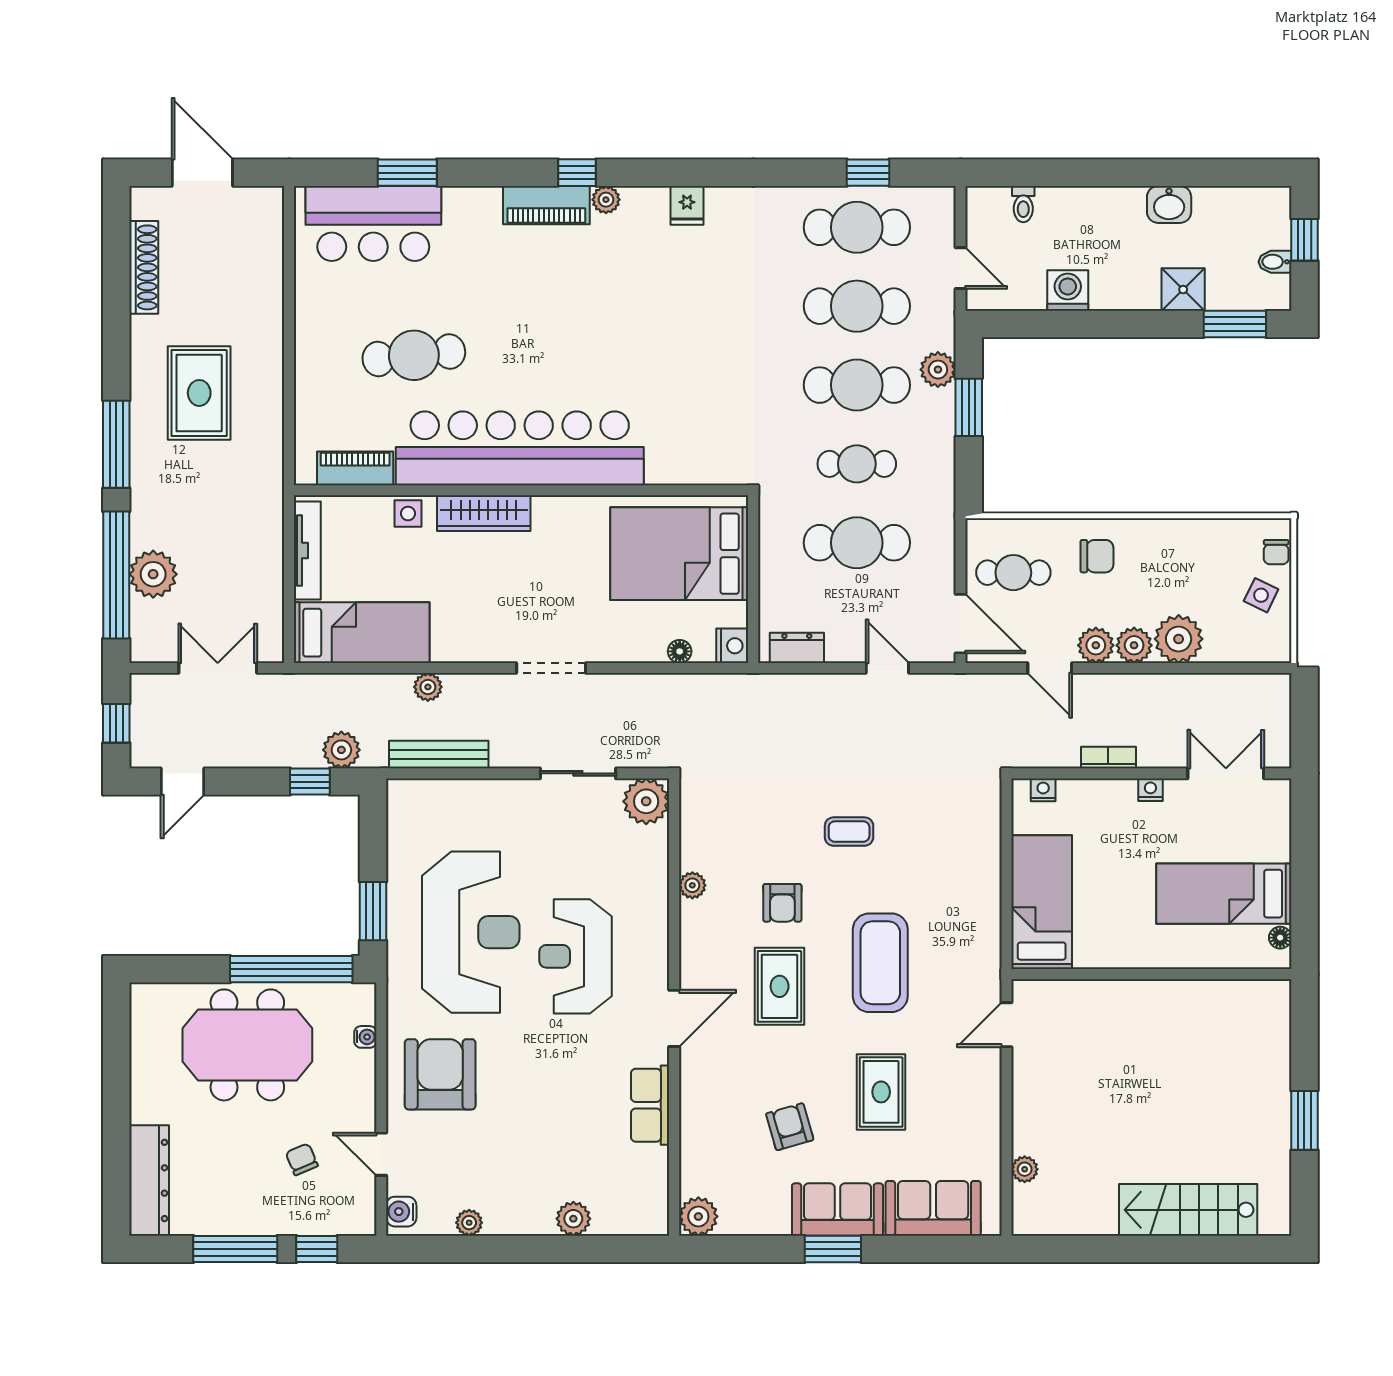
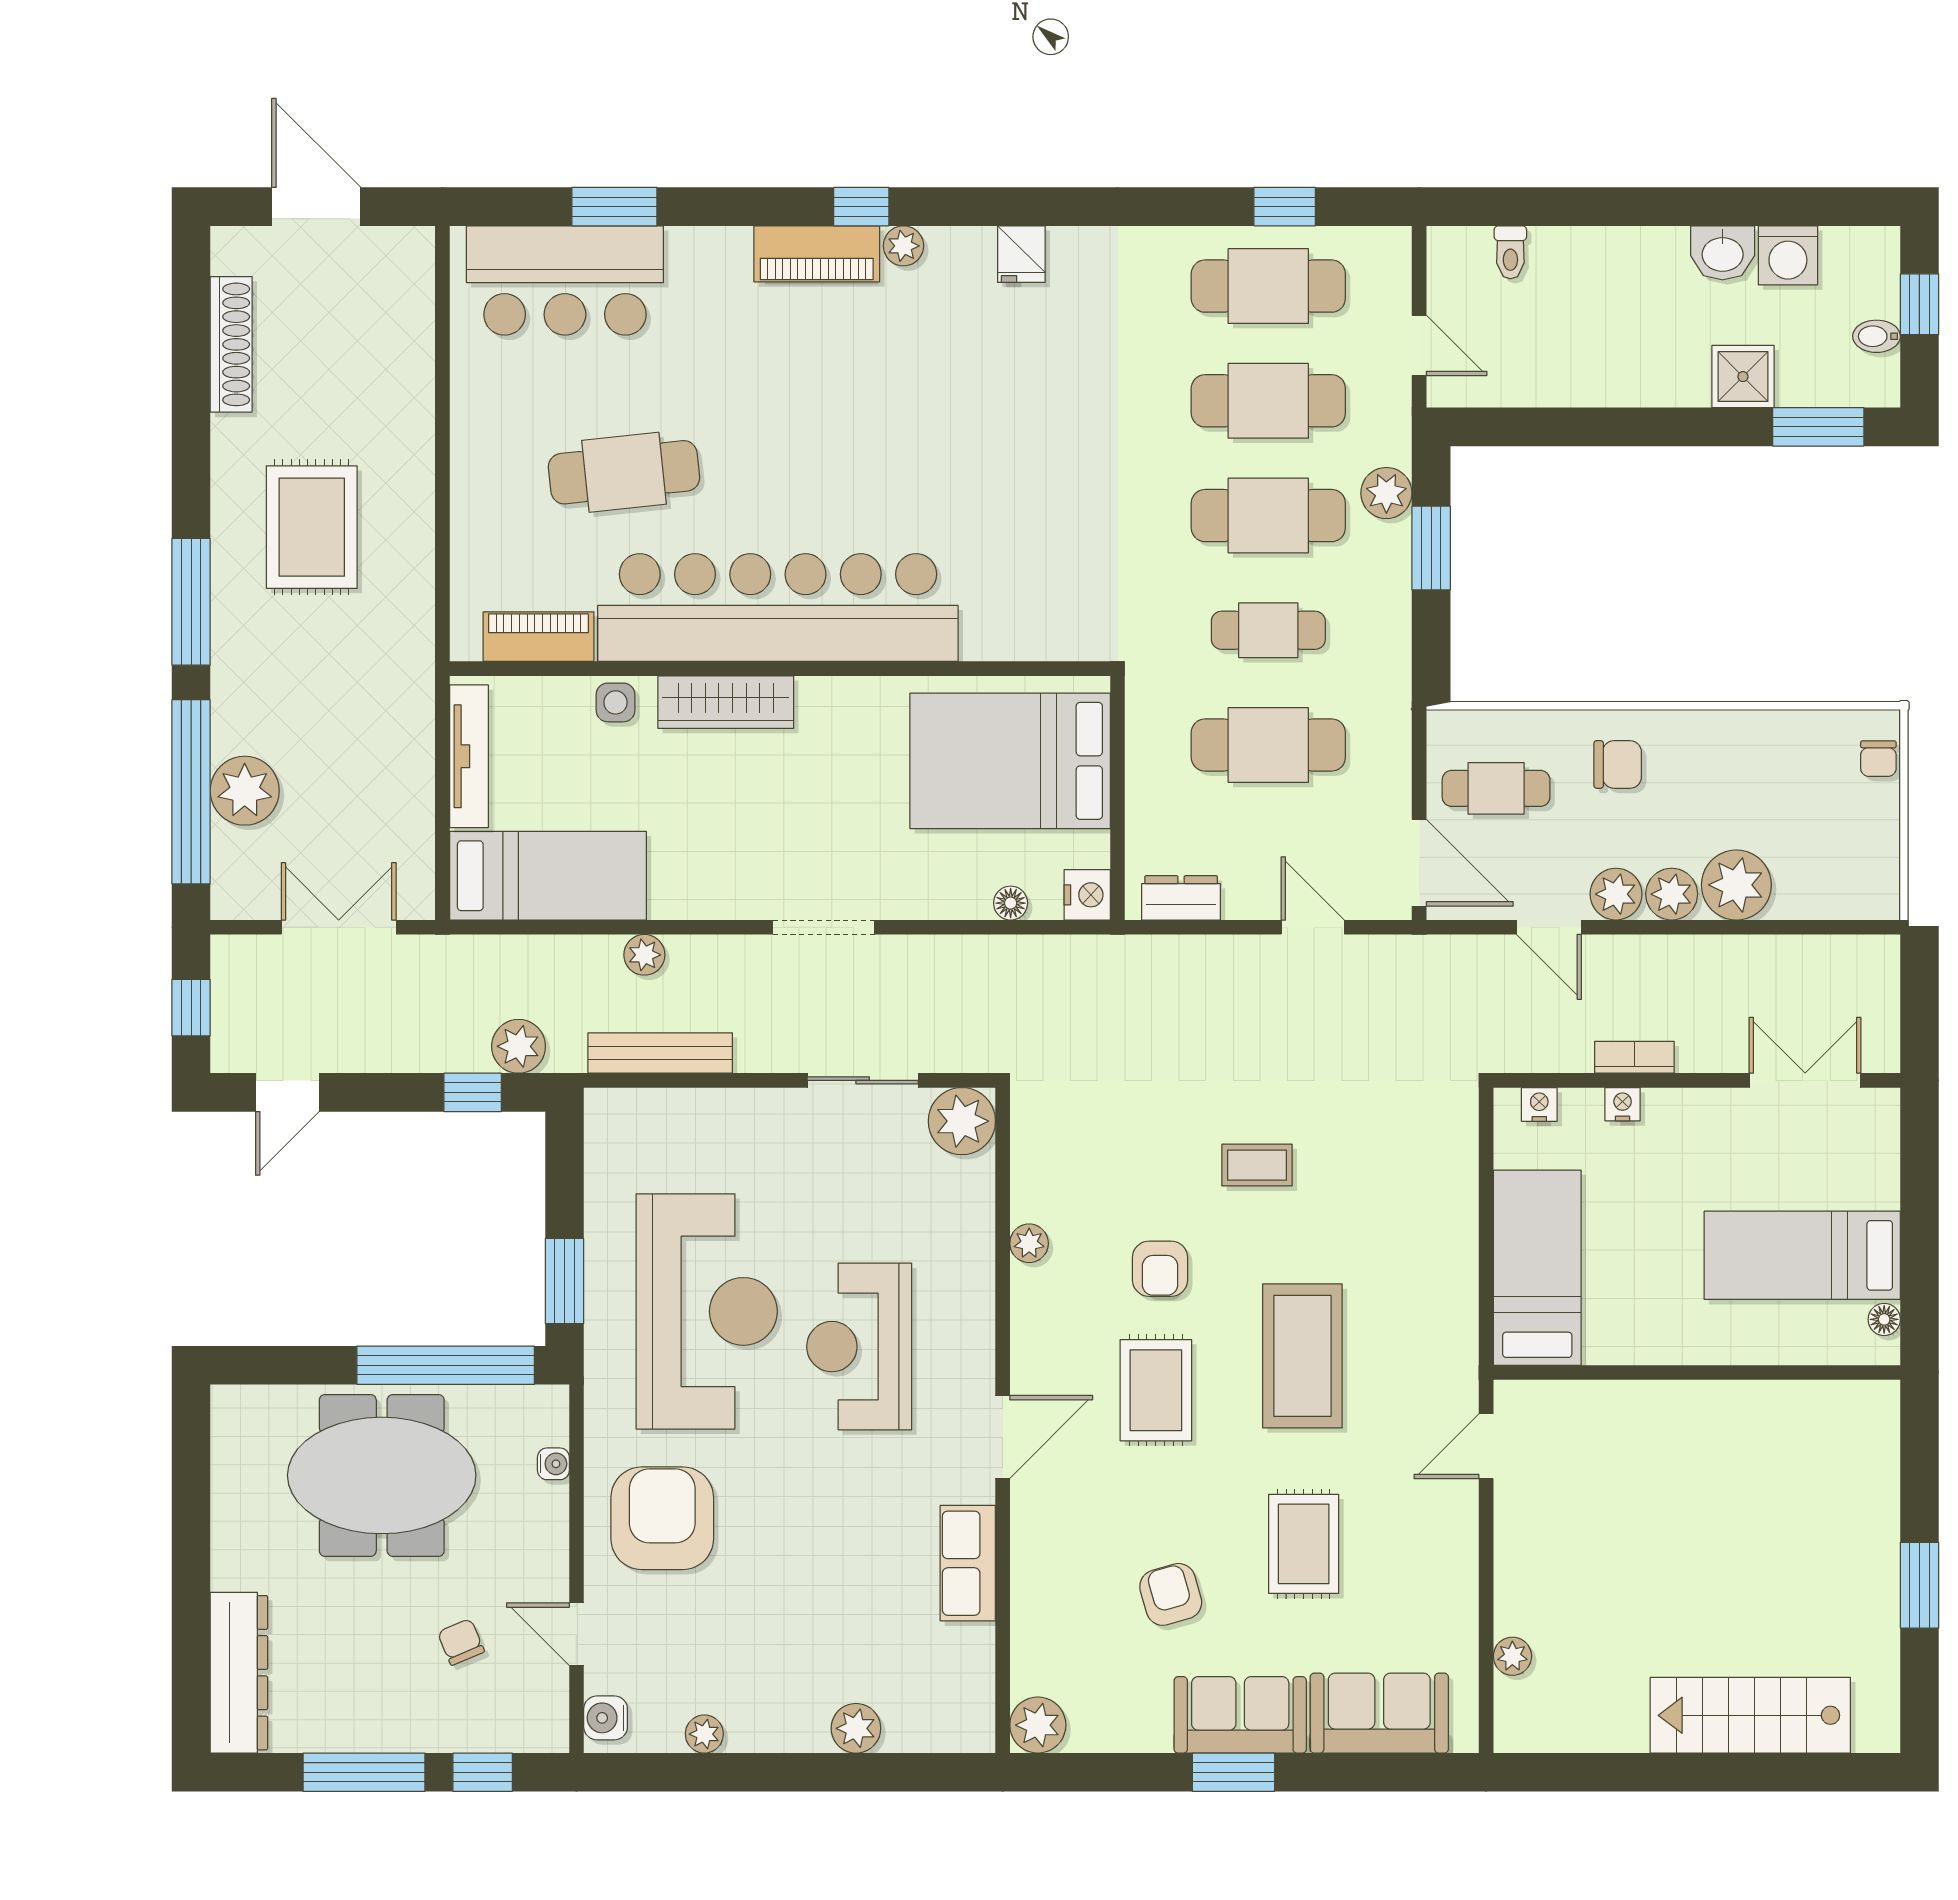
washing machine: (1068, 291) -> (1788, 255), moved, turned 180
side table: (1261, 595) -> (1856, 821), removed
nightstand: (1150, 790) -> (1623, 1104), moved

